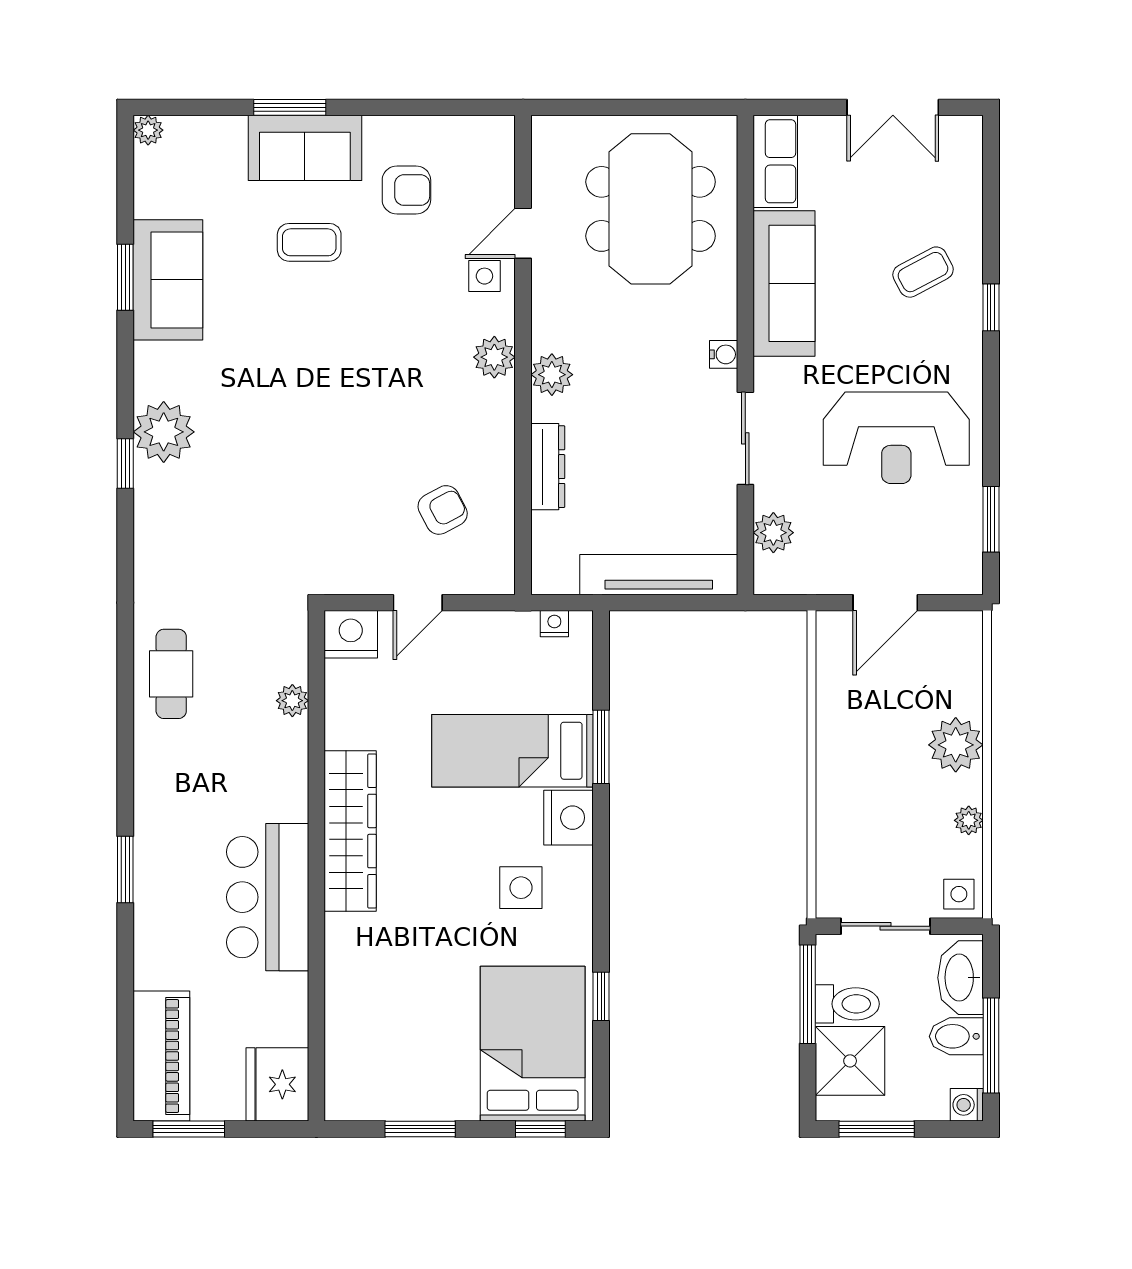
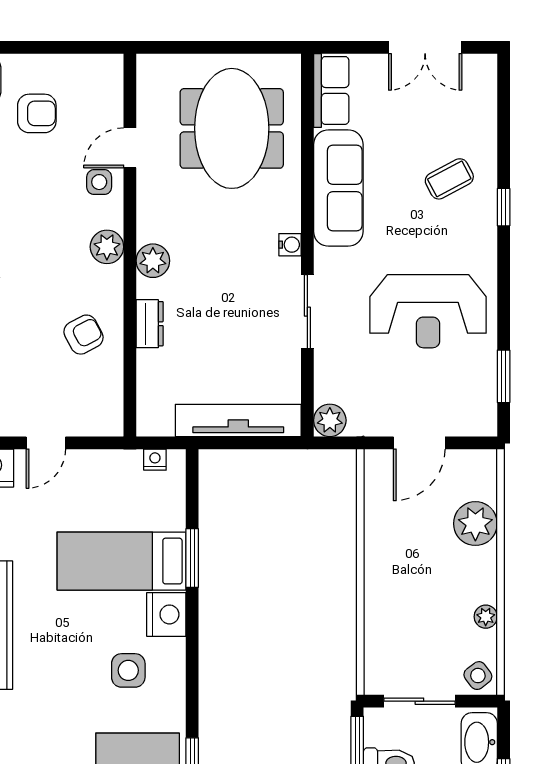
dresser: (548, 467) -> (150, 324), width x0.70
armchair: (443, 510) -> (83, 335), moved
plant: (773, 533) -> (330, 420), moved
plant: (956, 745) -> (475, 524), moved
side table: (959, 894) -> (478, 676), turned -37

